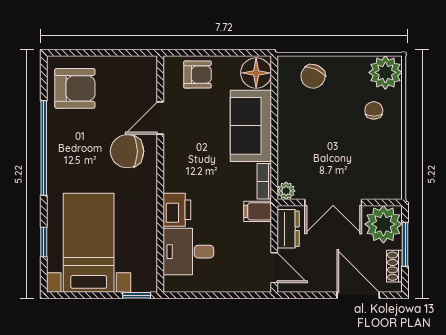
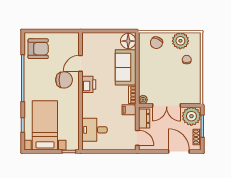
plant: (385, 72) -> (180, 41), moved
armchair: (197, 75) -> (99, 42), removed
chair: (127, 151) -> (64, 80), turned 180
printer: (177, 210) -> (89, 84), moved

